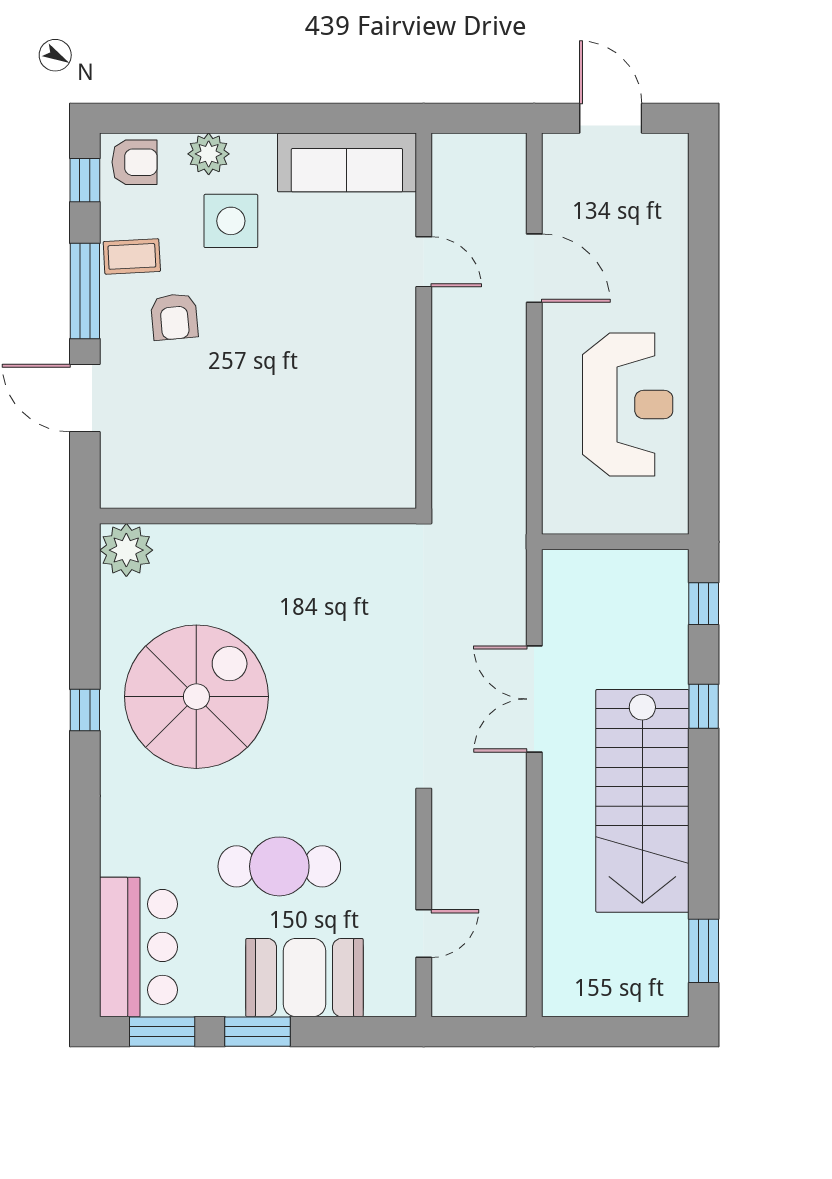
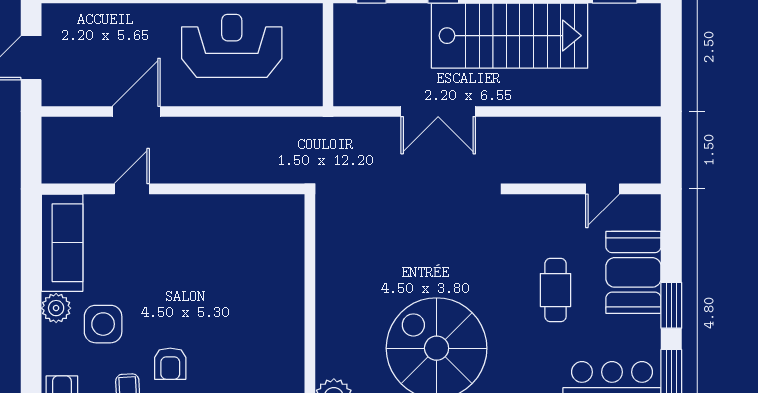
plant: (209, 154) -> (56, 308), moved
armchair: (174, 317) -> (170, 364), turned 95
cafe table: (279, 866) -> (556, 290), width x0.73, depth x0.74
door: (424, 933) -> (603, 189), swing flipped

